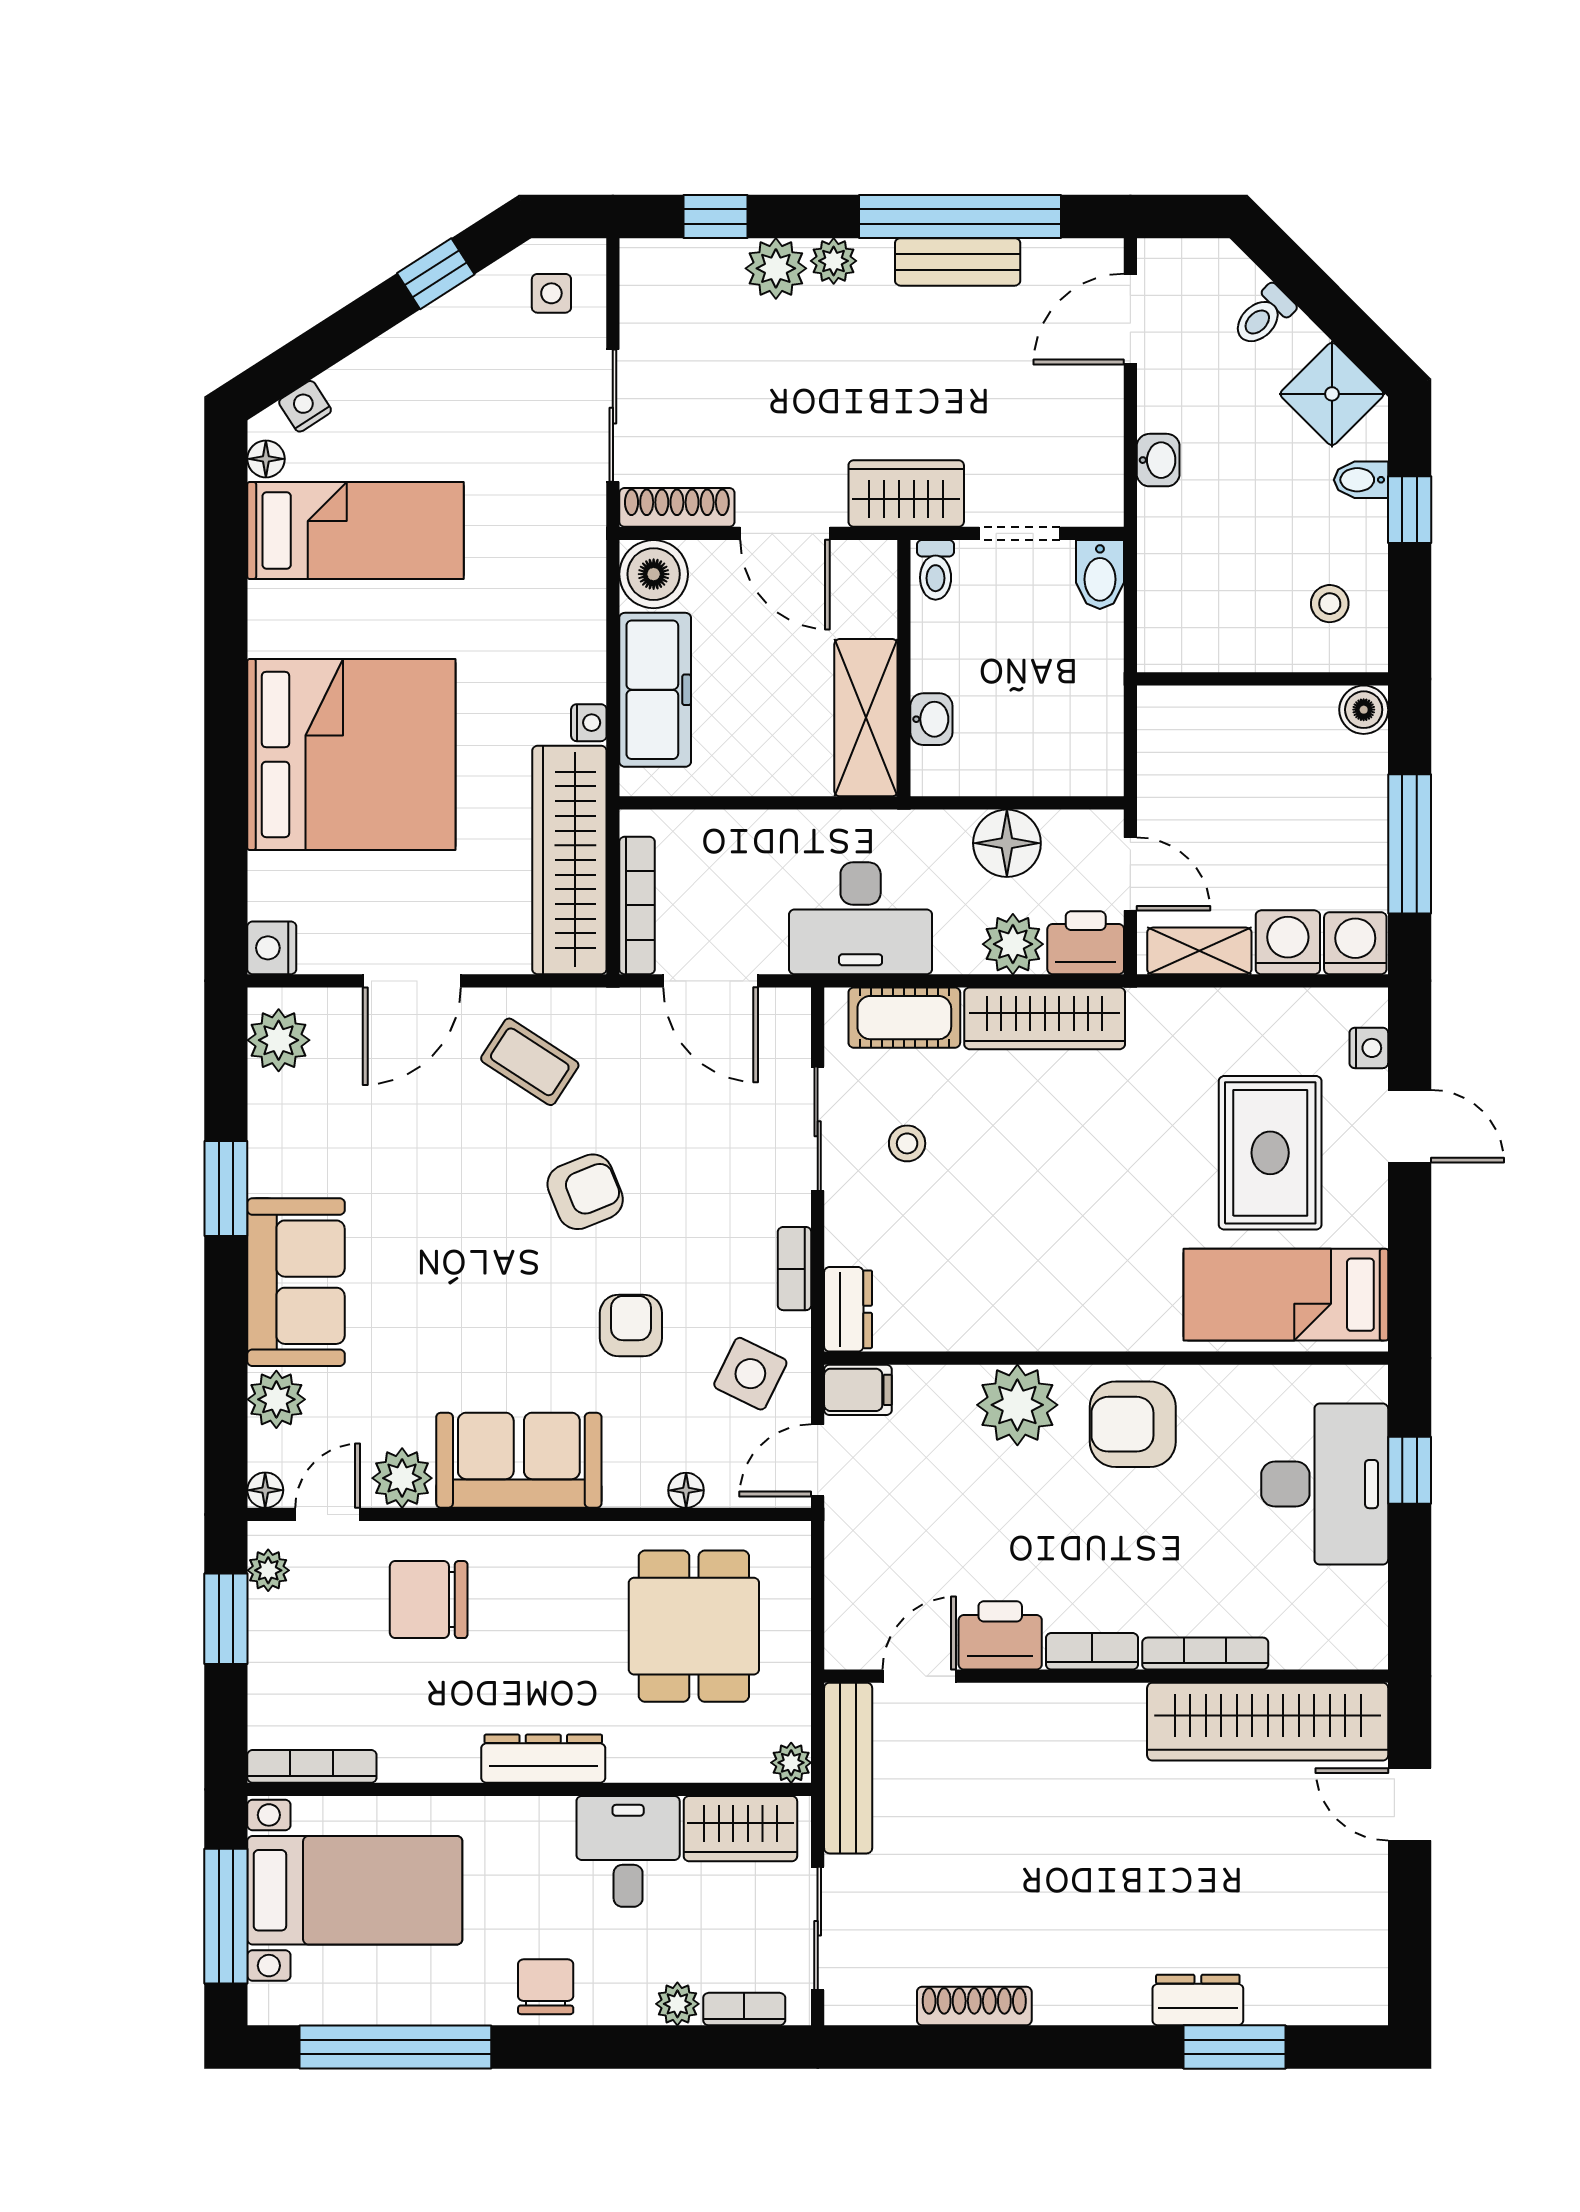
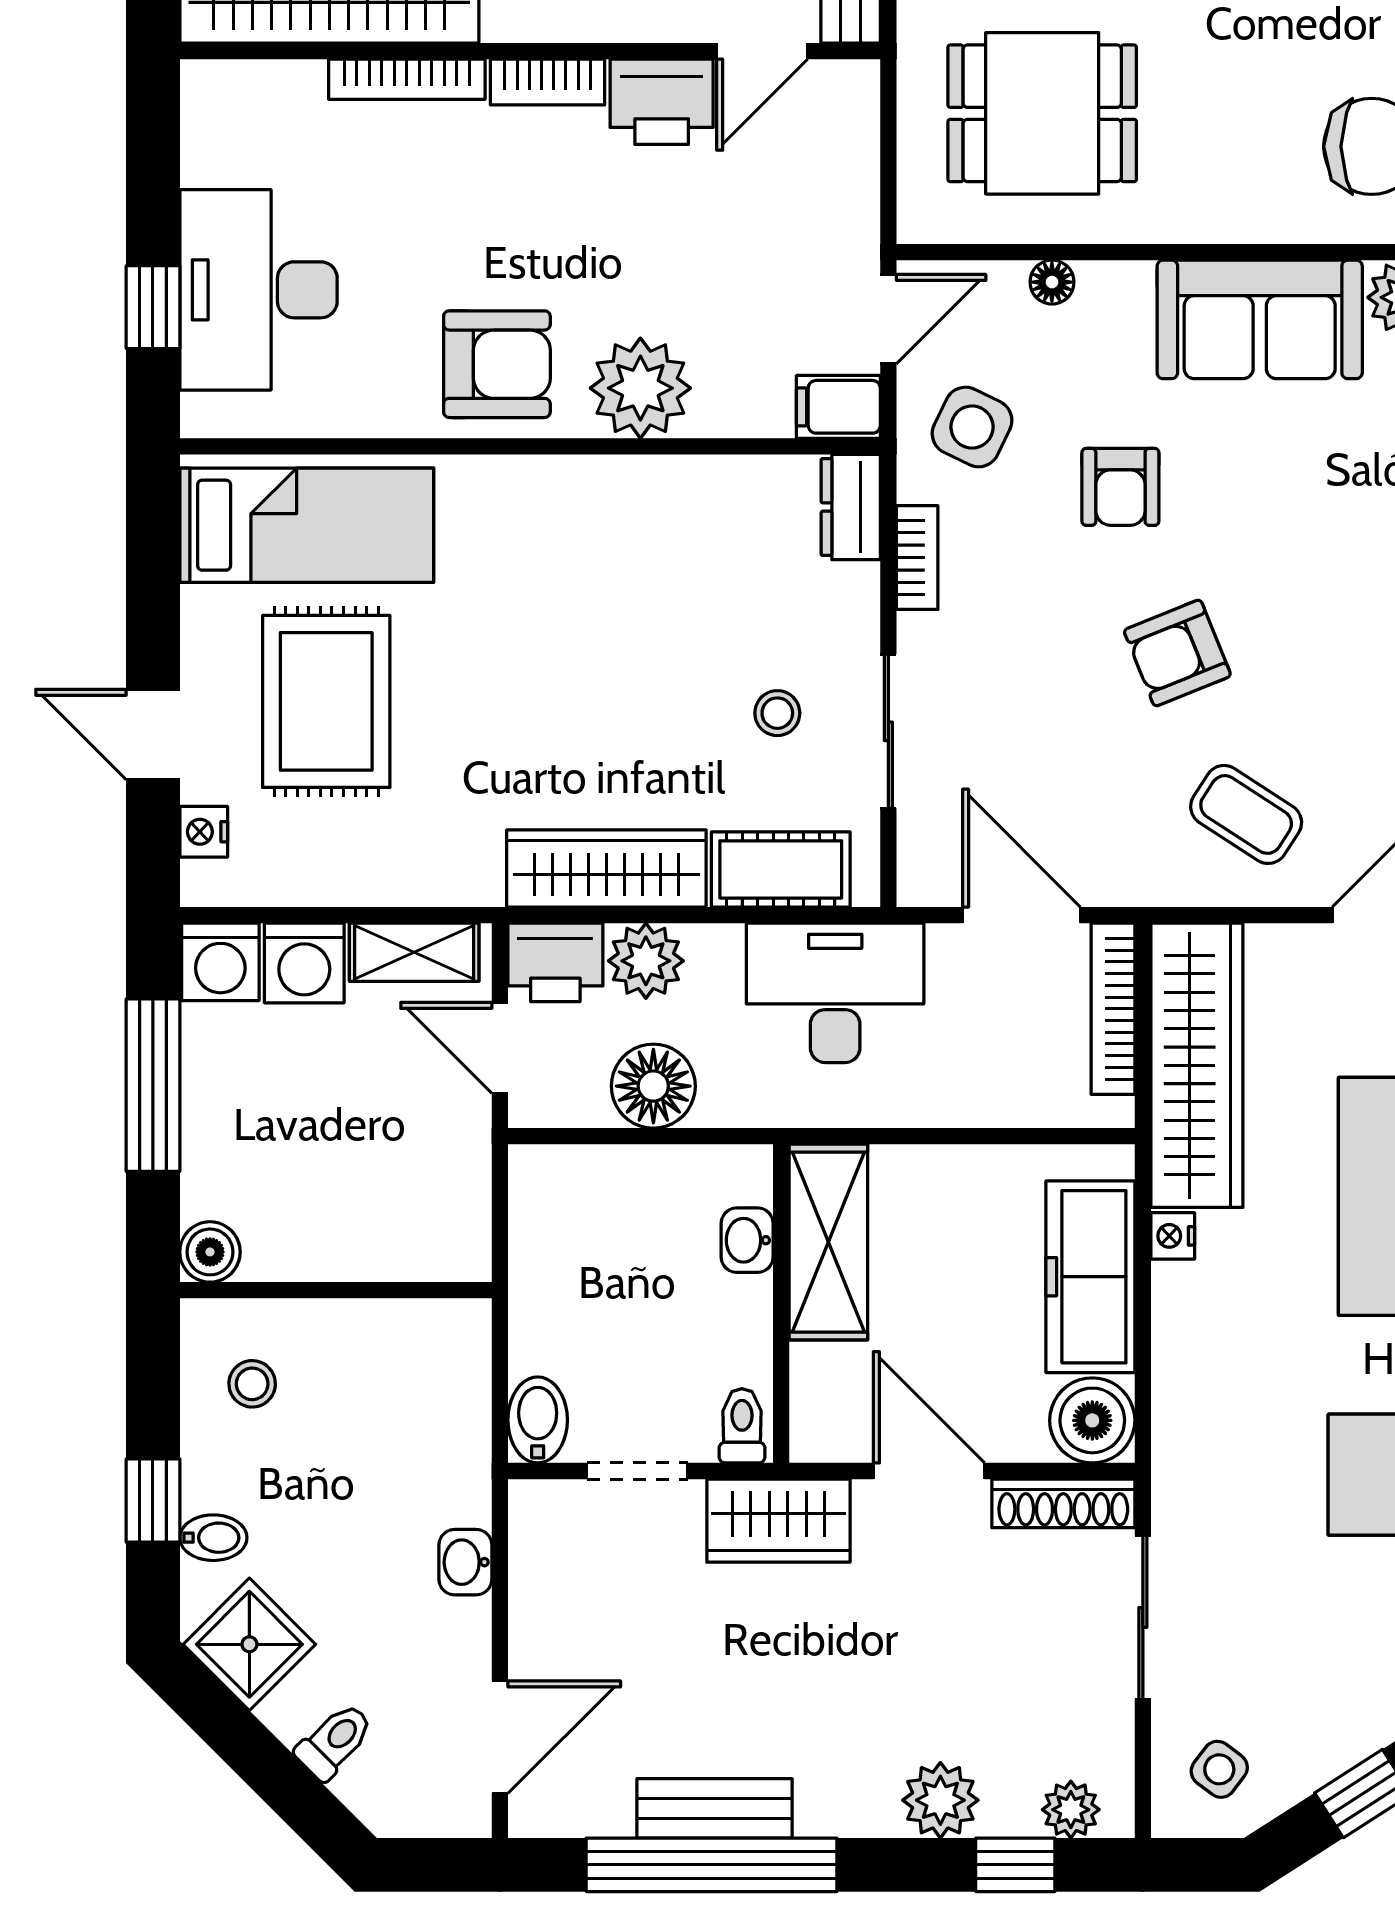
plant: (834, 261) -> (1071, 1810), moved
side table: (551, 293) -> (1219, 1769), turned 37
dining table: (694, 1626) -> (1042, 113), turned 90

